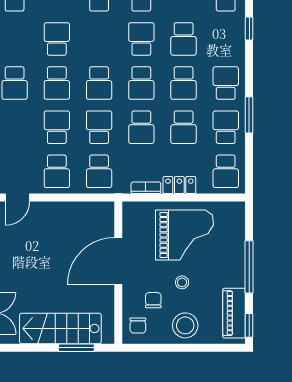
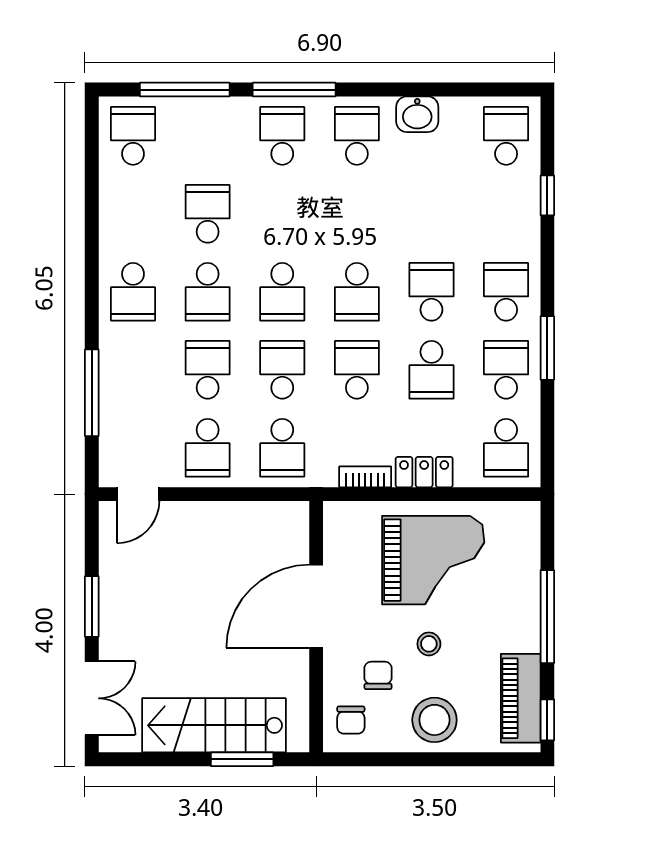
school desk: (141, 39) -> (357, 214), removed
school desk: (184, 39) -> (431, 214), removed
school desk: (184, 83) -> (431, 292), turned 180
school desk: (141, 127) -> (357, 370), turned 180

